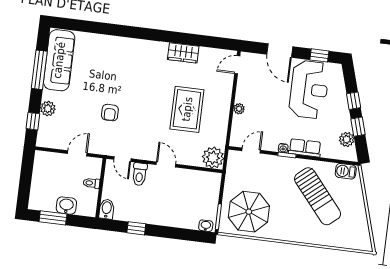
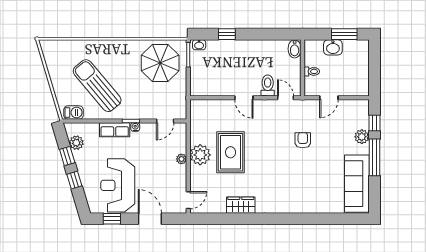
window: (39, 70) -> (374, 157), moved
plant: (213, 158) -> (200, 155), moved
window: (136, 228) -> (227, 34), moved

